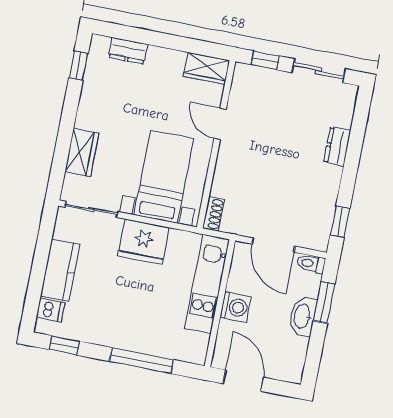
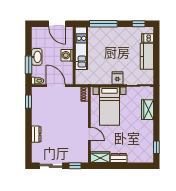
dresser: (128, 51) -> (119, 158), moved
fridge: (144, 242) -> (117, 78), width x0.53, depth x0.75
kitchen unit: (207, 284) -> (81, 48), moved

